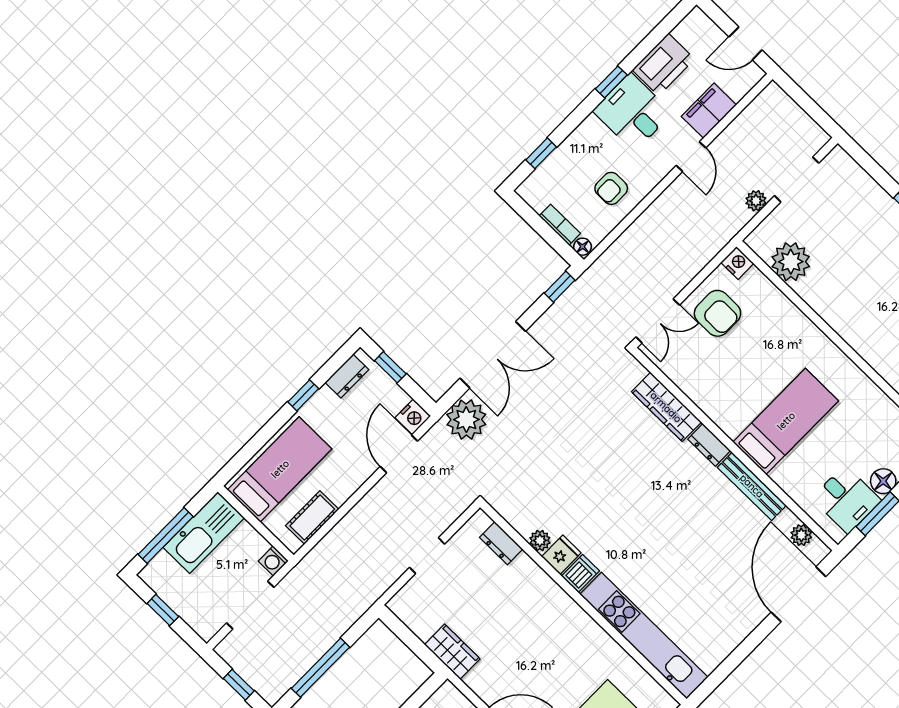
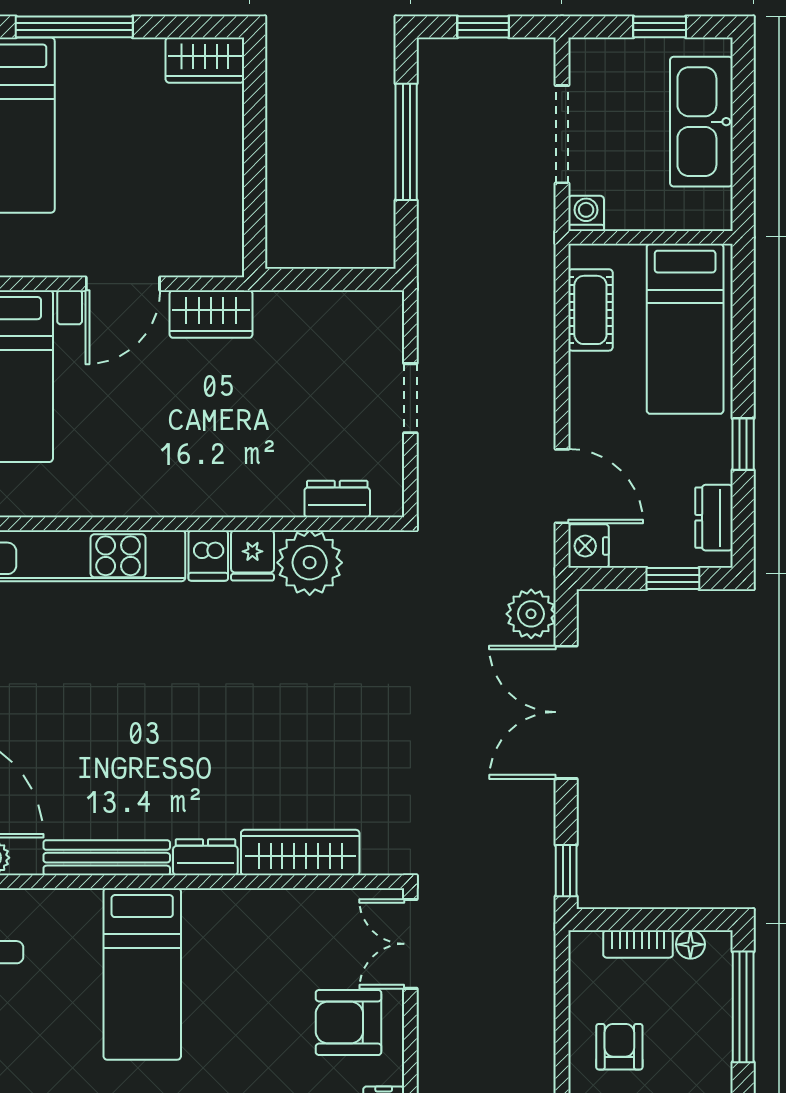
window: (541, 153) -> (743, 1007), width x2.17
floor lamp: (582, 247) -> (690, 944), moved
plant: (466, 420) -> (531, 614), width x0.73, depth x0.73
kitchen sink: (204, 533) -> (701, 122), moved
window: (166, 535) -> (743, 118), removed
plant: (540, 540) -> (310, 563), width x1.87, depth x1.87
wardrobe: (452, 652) -> (211, 314), moved

